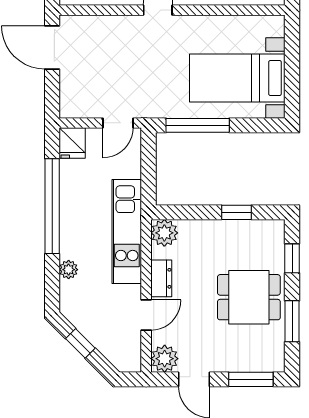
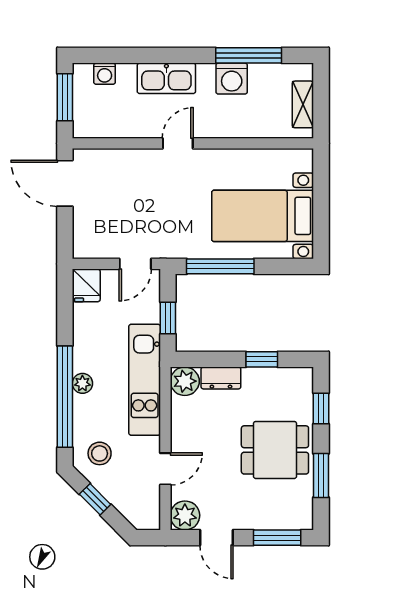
window: (149, 174) -> (168, 318), added
window: (52, 206) -> (65, 397), moved
plant: (69, 270) -> (82, 383), moved
dresser: (161, 278) -> (221, 378), moved, turned 90
stool: (85, 301) -> (100, 453), added

